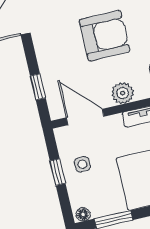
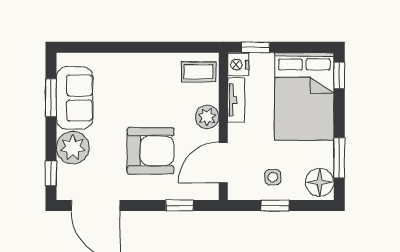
armchair: (105, 36) -> (151, 151), moved, turned 90
floor lamp: (83, 214) -> (320, 182), width x1.89, depth x1.89

